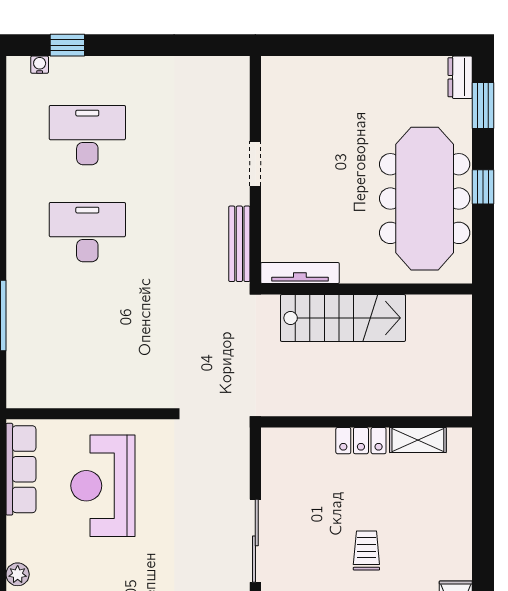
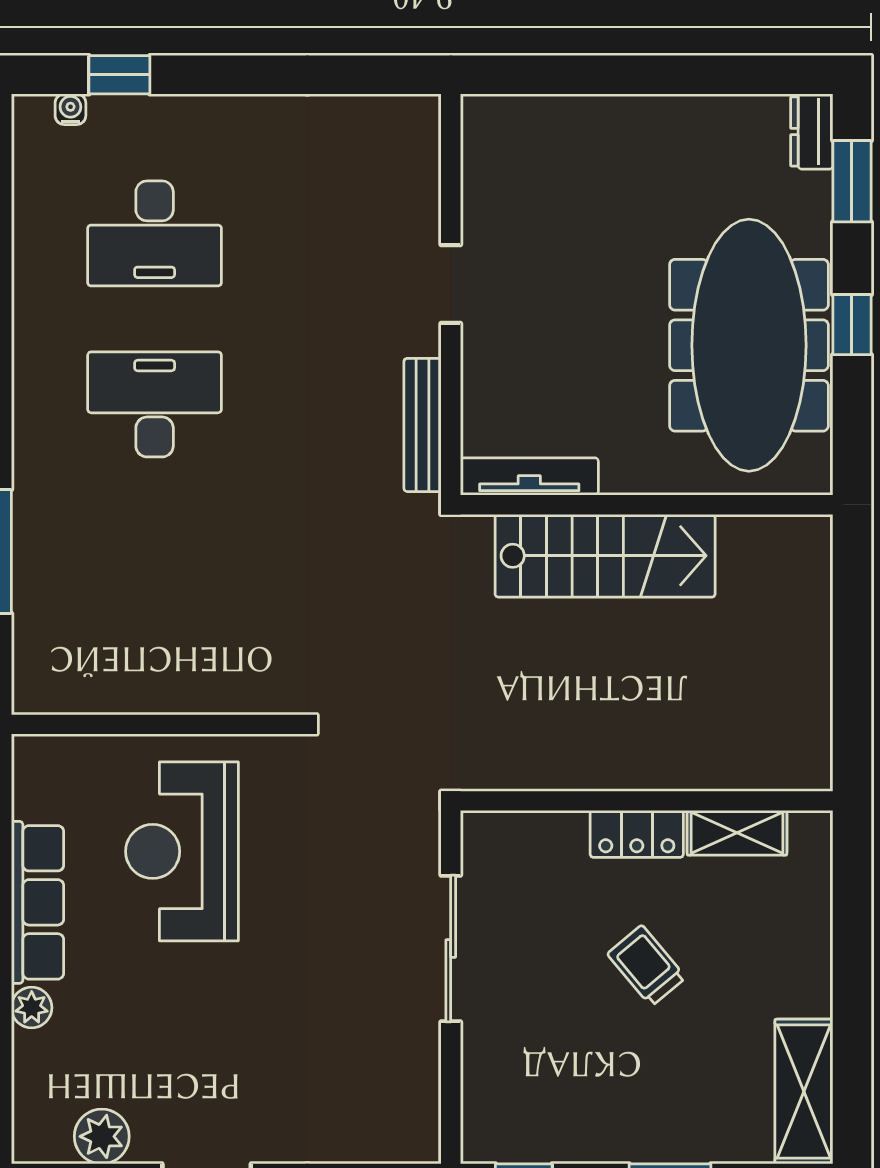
desk: (87, 135) -> (155, 233), turned 180
wall: (367, 422) -> (647, 801), moved
shelving: (418, 440) -> (737, 833), moved
locker: (361, 441) -> (637, 834), moved
row of seats: (21, 469) -> (37, 902), moved
trolley: (366, 551) -> (647, 966), turned -40

